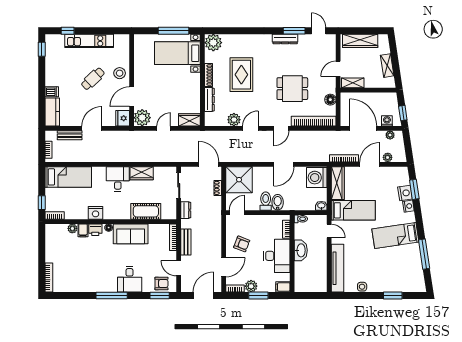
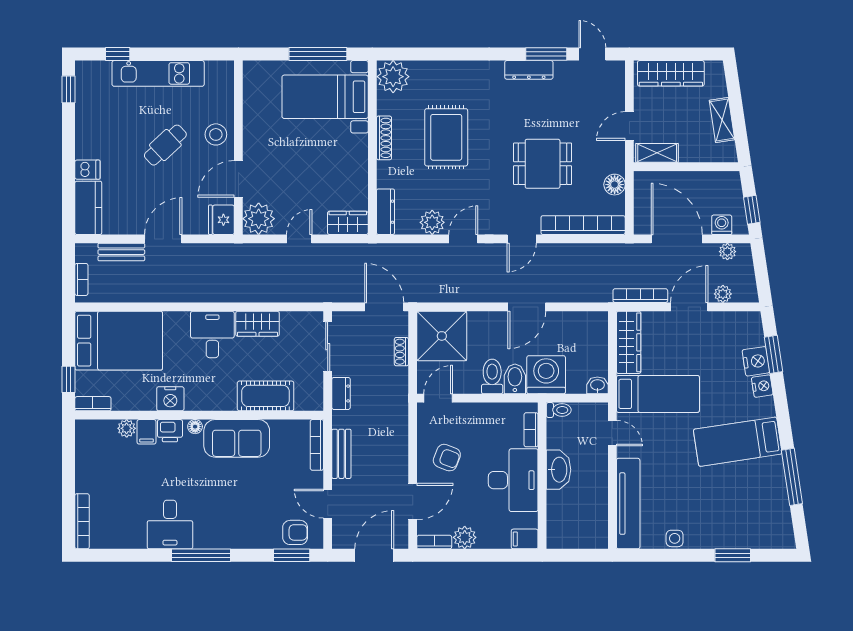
dresser: (209, 100) -> (385, 212), moved
bed: (68, 177) -> (119, 341), width x1.50
washing machine: (317, 178) -> (546, 375), moved, turned 90
desk: (130, 279) -> (170, 524), moved
window: (258, 296) -> (478, 555), removed

